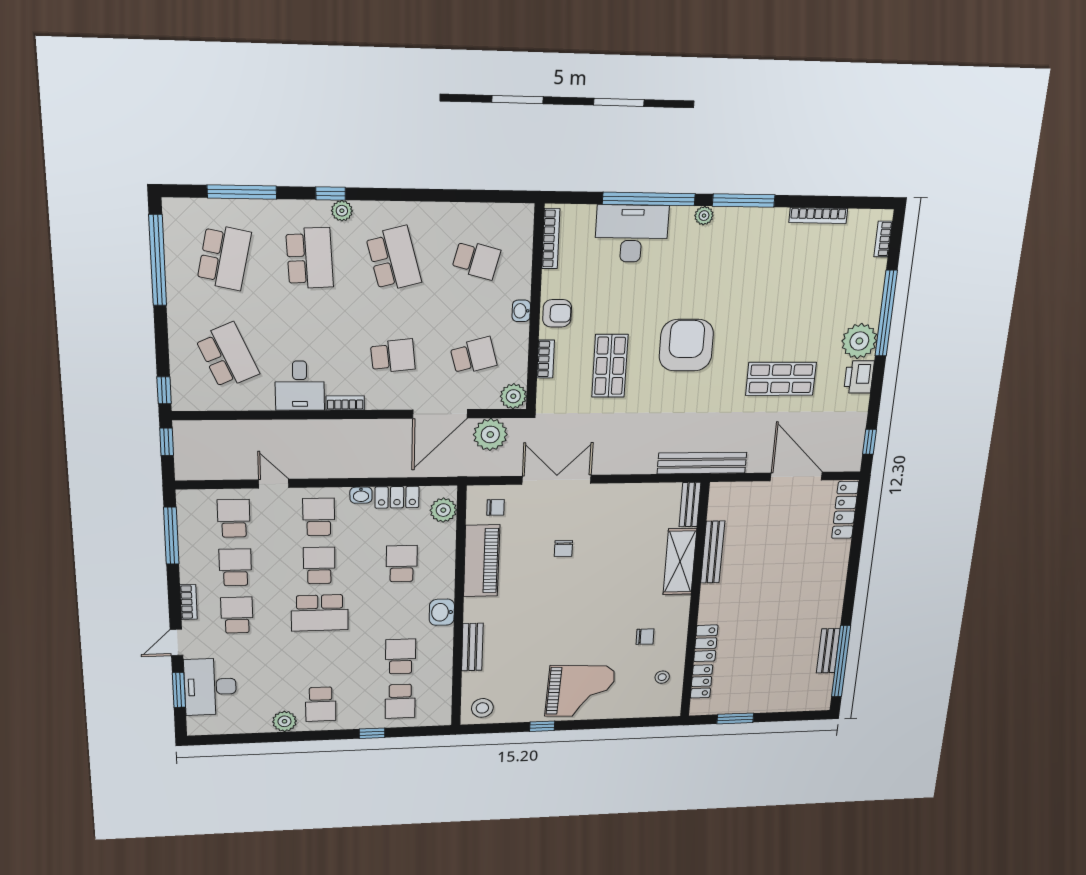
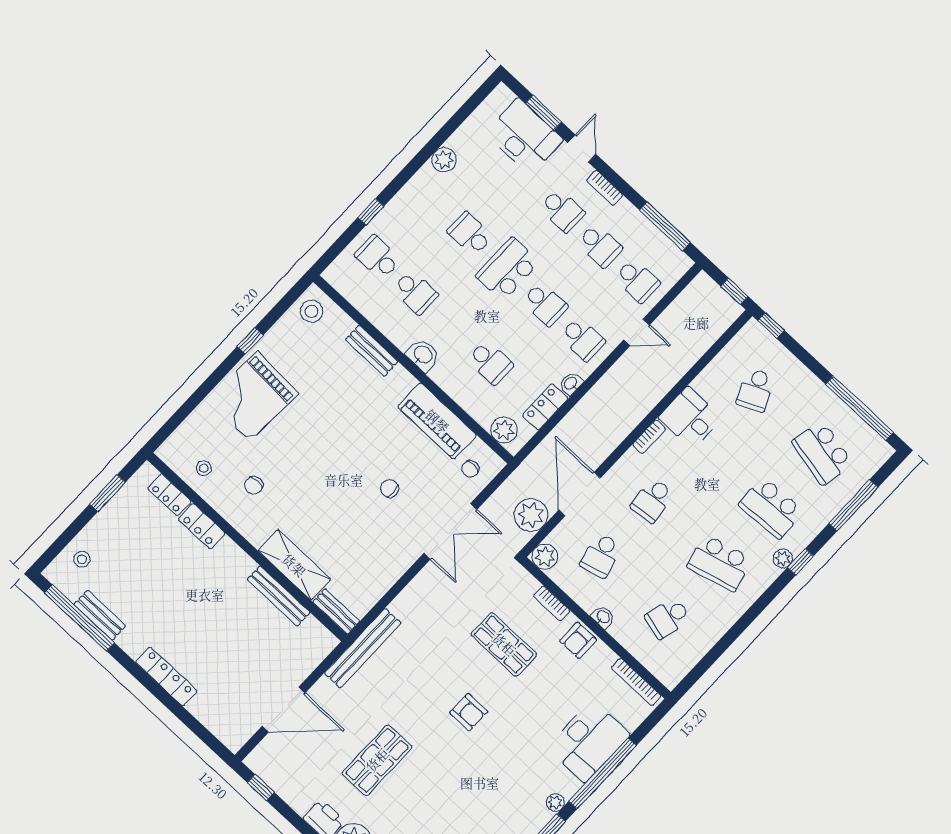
armchair: (686, 345) -> (469, 712), width x0.53, depth x0.53
school desk: (227, 356) -> (755, 390), width x0.54
locker: (845, 510) -> (166, 676), moved
stool: (797, 694) -> (82, 559), added
school desk: (321, 704) -> (470, 234), moved

